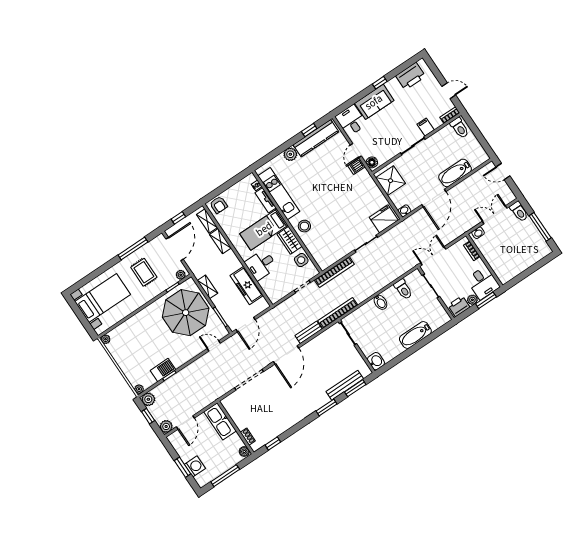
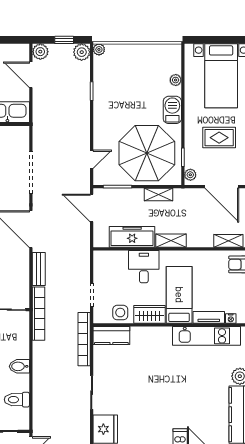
stool: (304, 226) -> (154, 340), removed
shelving: (220, 241) -> (171, 241), moved
kitchen counter: (320, 256) -> (111, 336), added
plant: (105, 339) -> (176, 80), moved
barbecue: (163, 370) -> (172, 110), moved, turned 180

